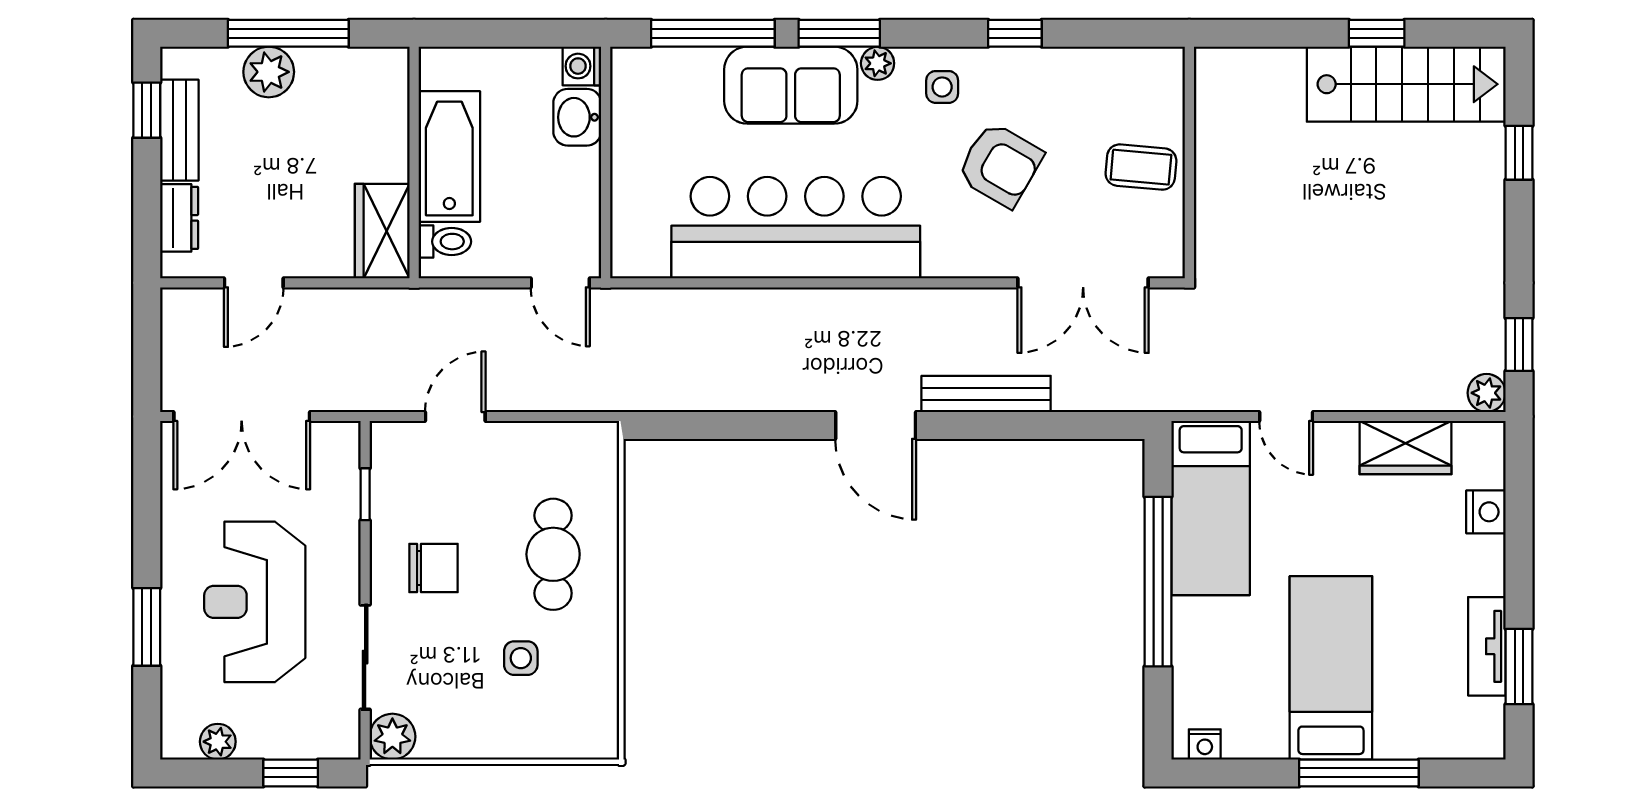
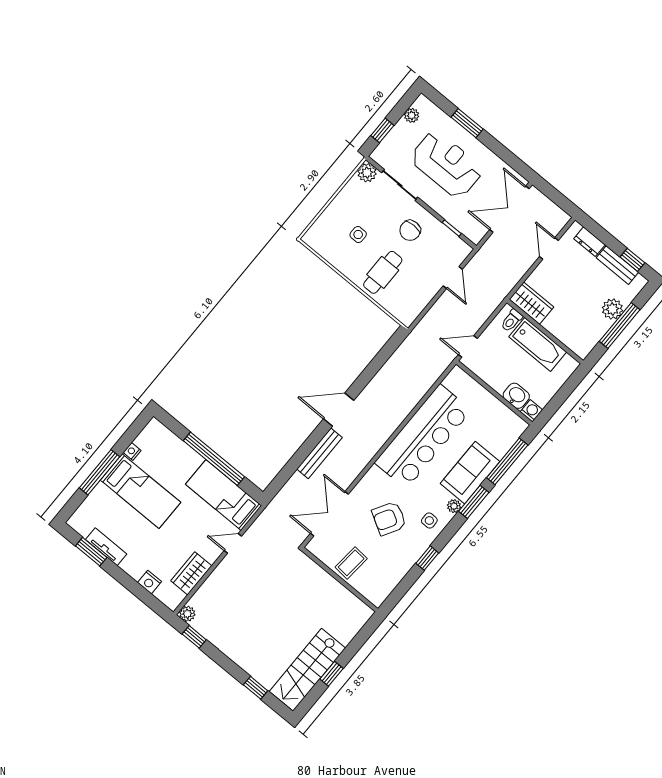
cafe table: (553, 554) -> (383, 272), turned 90
nightstand: (1205, 744) -> (132, 451), moved

